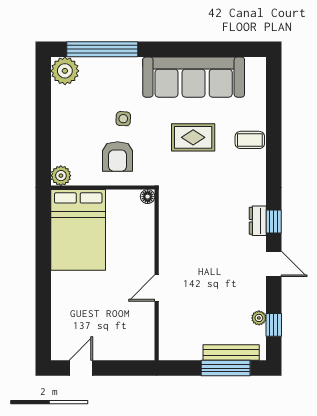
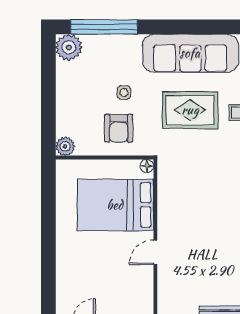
rug: (193, 137) -> (190, 110), width x1.36, depth x1.43
bed: (78, 230) -> (115, 205), moved, turned 90

